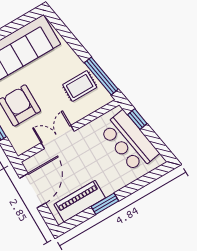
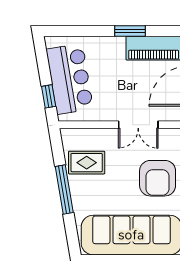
window: (101, 76) -> (64, 189), moved

